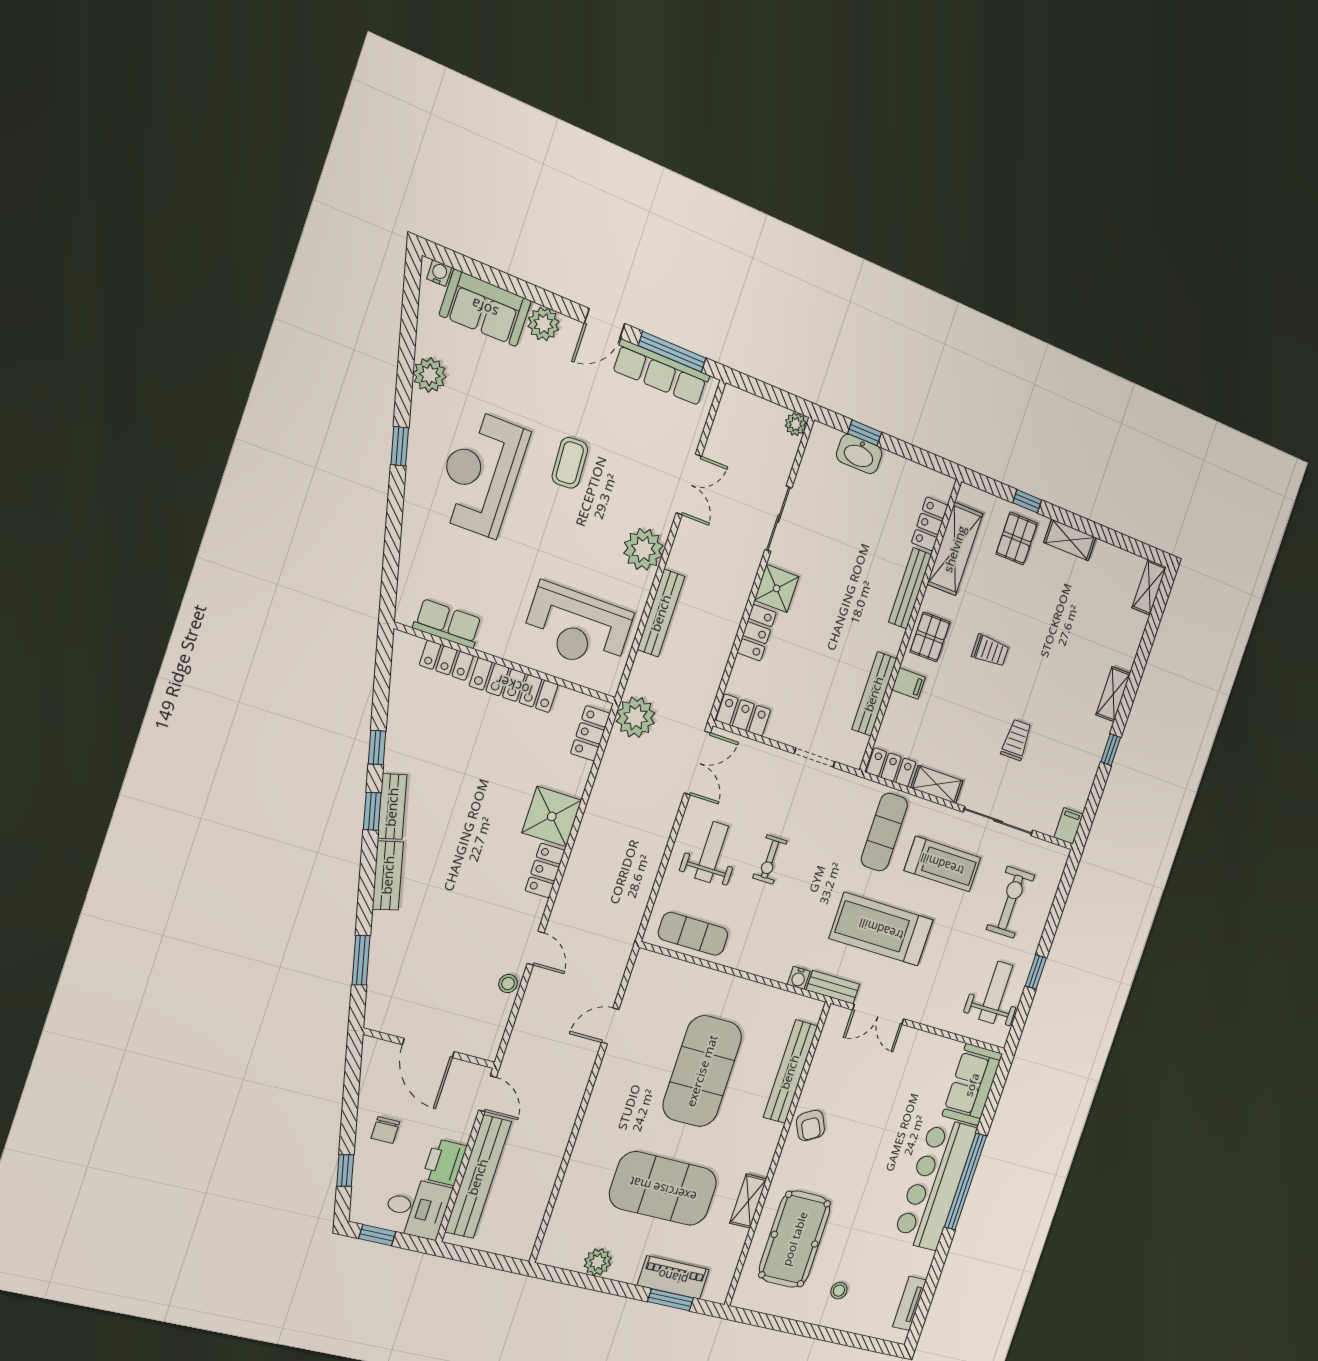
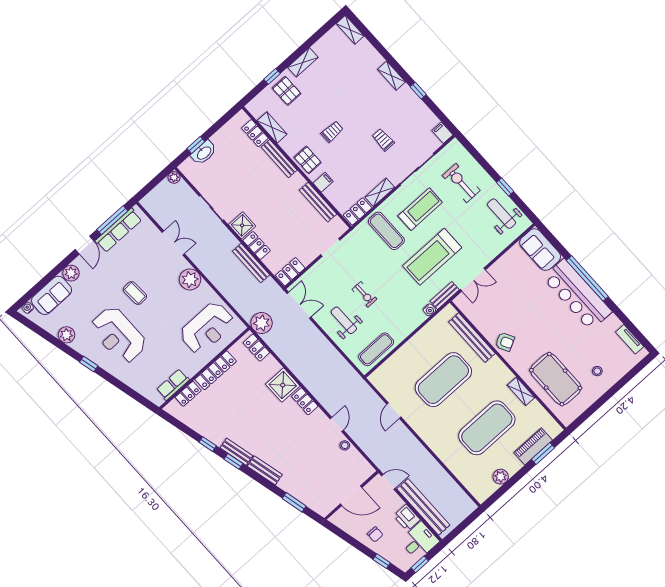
shelving: (955, 549) -> (272, 127), width x0.67, depth x0.75
bench: (661, 613) -> (251, 263), moved
door: (536, 948) -> (337, 425), hinge flipped
exercise mat: (702, 1071) -> (443, 380), turned 90

